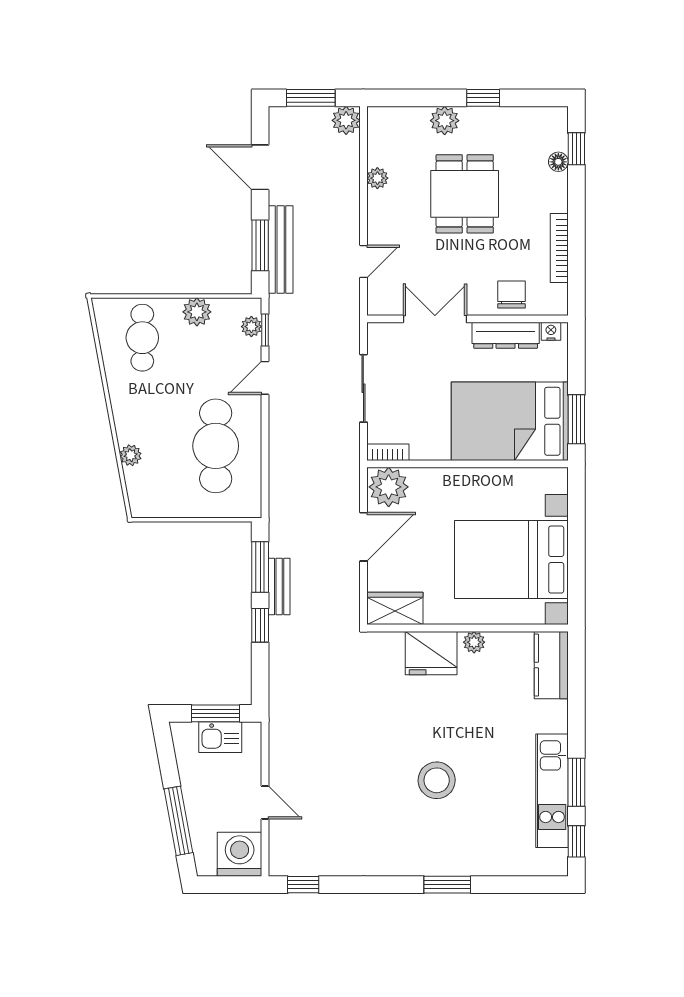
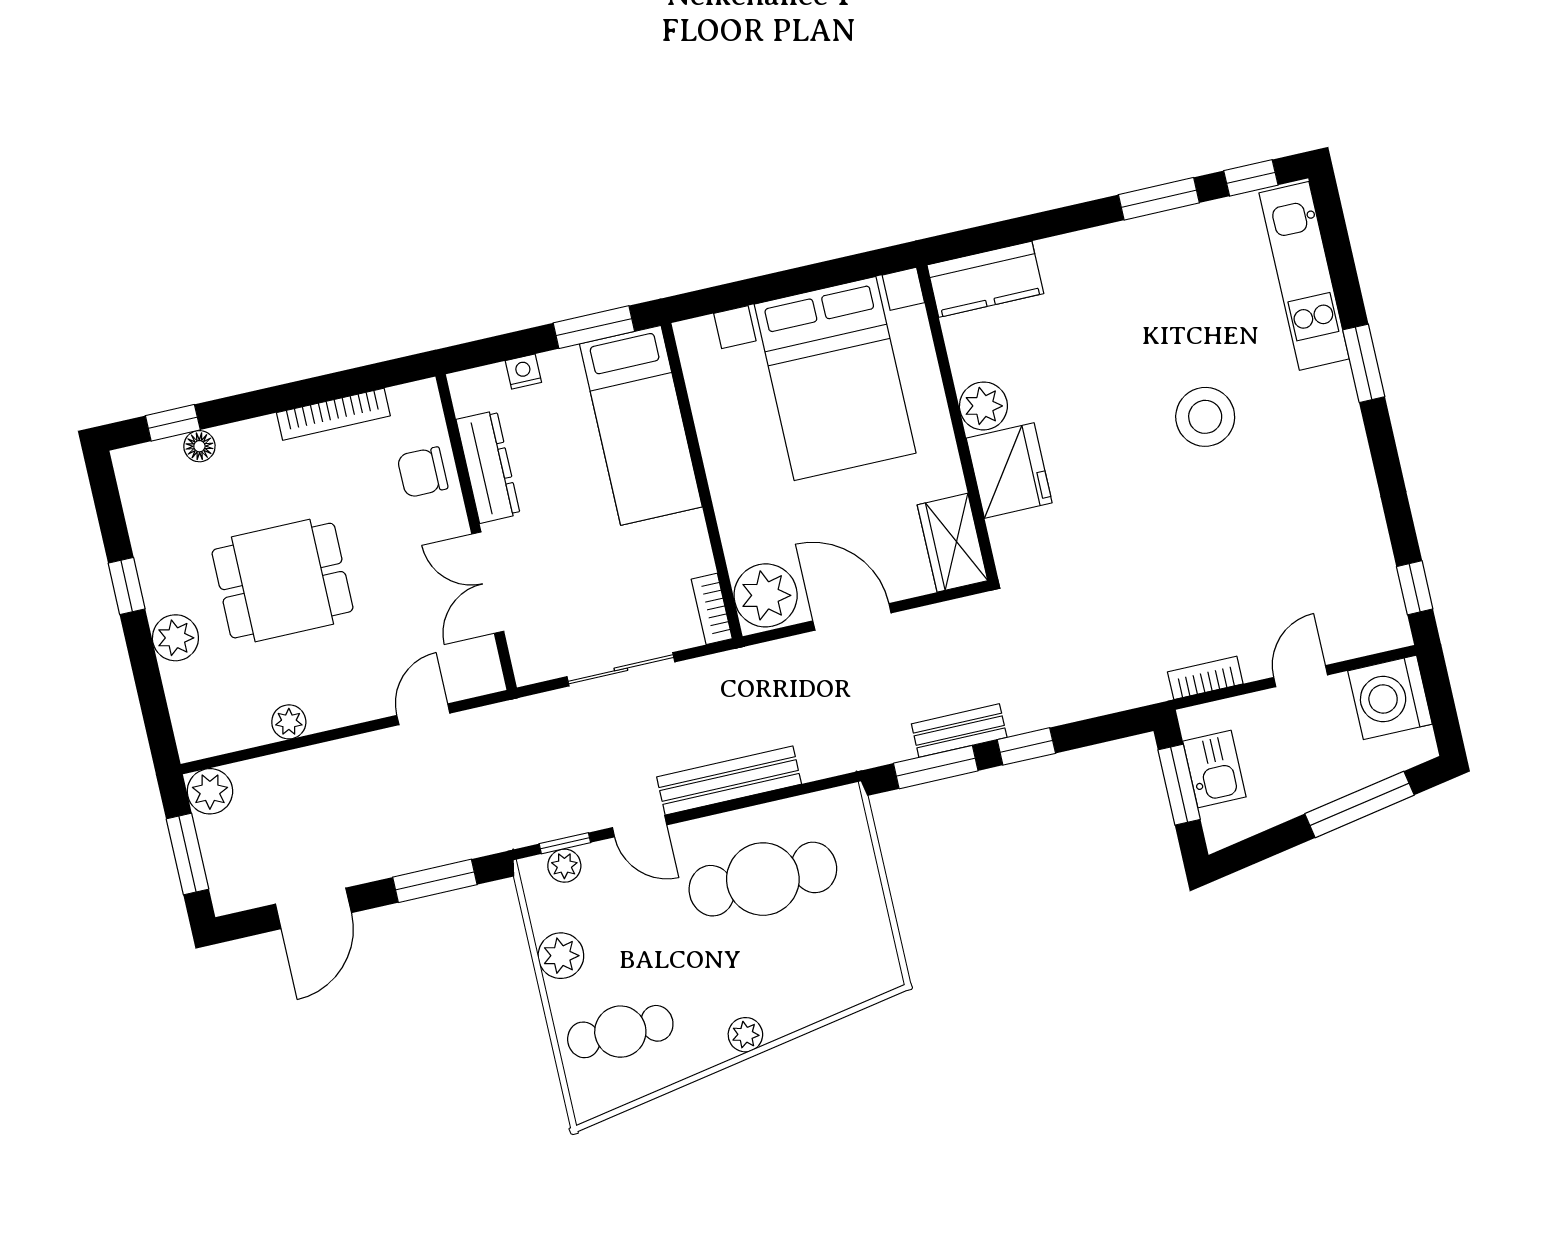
bench: (281, 250) -> (729, 780), moved
door: (363, 261) -> (423, 714), hinge flipped
nightstand: (551, 331) -> (523, 372), moved, turned 90
bed: (510, 421) -> (641, 425), width x0.67
plant: (131, 455) -> (745, 1035), moved
plant: (474, 642) -> (983, 406), width x1.38, depth x1.38
bookcase: (277, 744) -> (1205, 678), added
kitchen unit: (552, 791) -> (1304, 276), moved, turned 90

